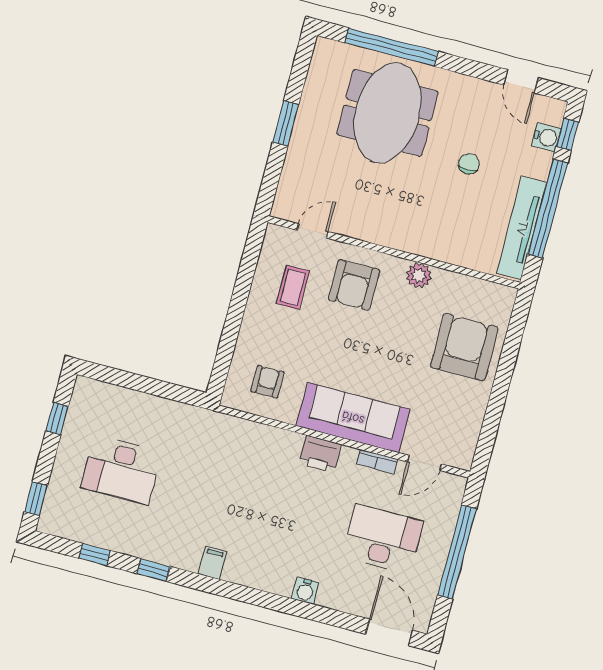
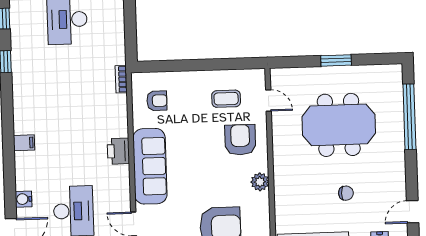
meeting table: (388, 113) -> (339, 125), moved
armchair: (354, 285) -> (240, 140), turned 90
bookcase: (377, 462) -> (121, 79), moved
filing cabinet: (213, 563) -> (24, 143), moved
water cooler: (305, 591) -> (24, 199), moved

